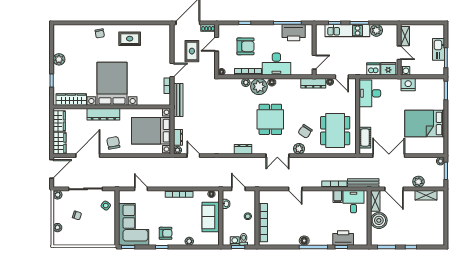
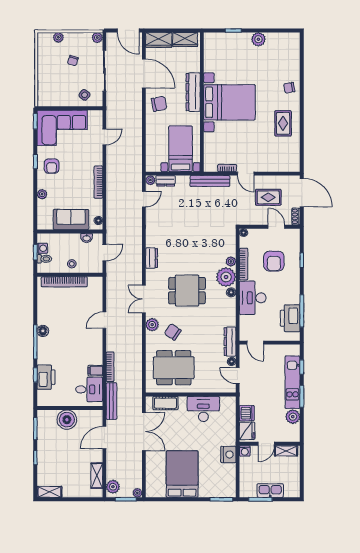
door: (342, 77) -> (238, 376), hinge flipped
desk: (370, 93) -> (203, 409), moved
wardrobe: (71, 99) -> (211, 54), removed
bed with nightstands: (151, 131) -> (181, 149), width x0.73
plant: (418, 182) -> (113, 487), moved
shelving: (375, 201) -> (49, 492), moved

